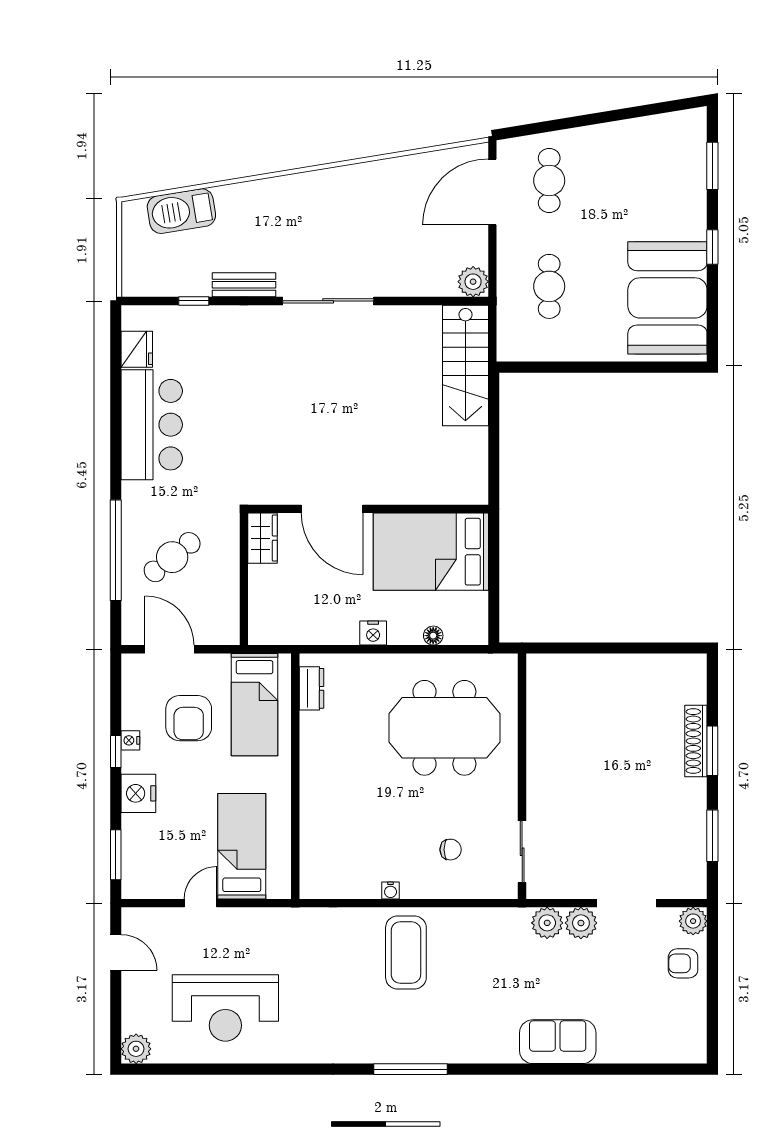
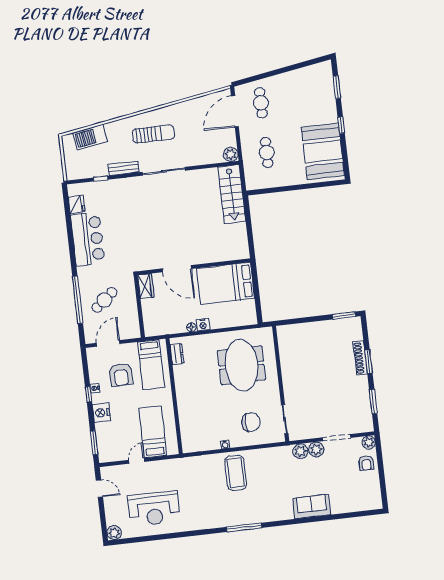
sun lounger: (315, 220) -> (153, 134), added
floor lamp: (433, 636) -> (191, 327), moved
window: (672, 648) -> (344, 315), added
door: (169, 649) -> (108, 343), hinge flipped
meeting table: (444, 728) -> (242, 365), turned 90
chair: (451, 850) -> (251, 422), width x1.87, depth x1.87
armchair: (683, 963) -> (366, 463), turned -90

